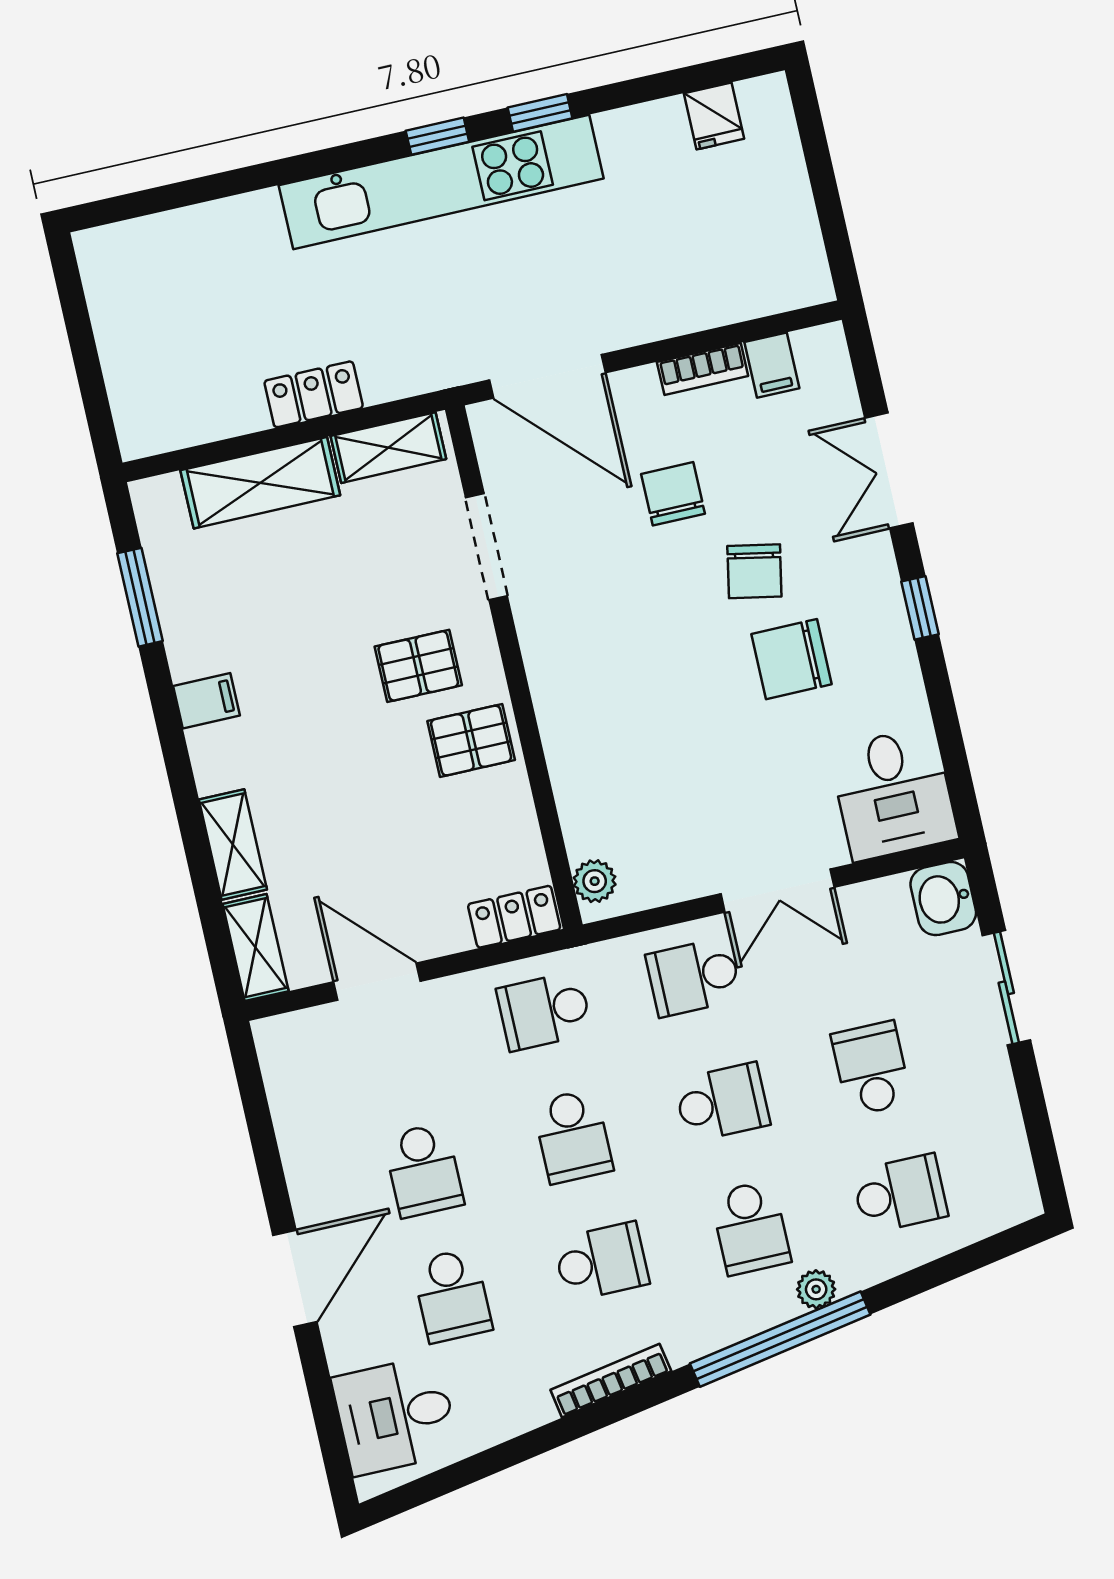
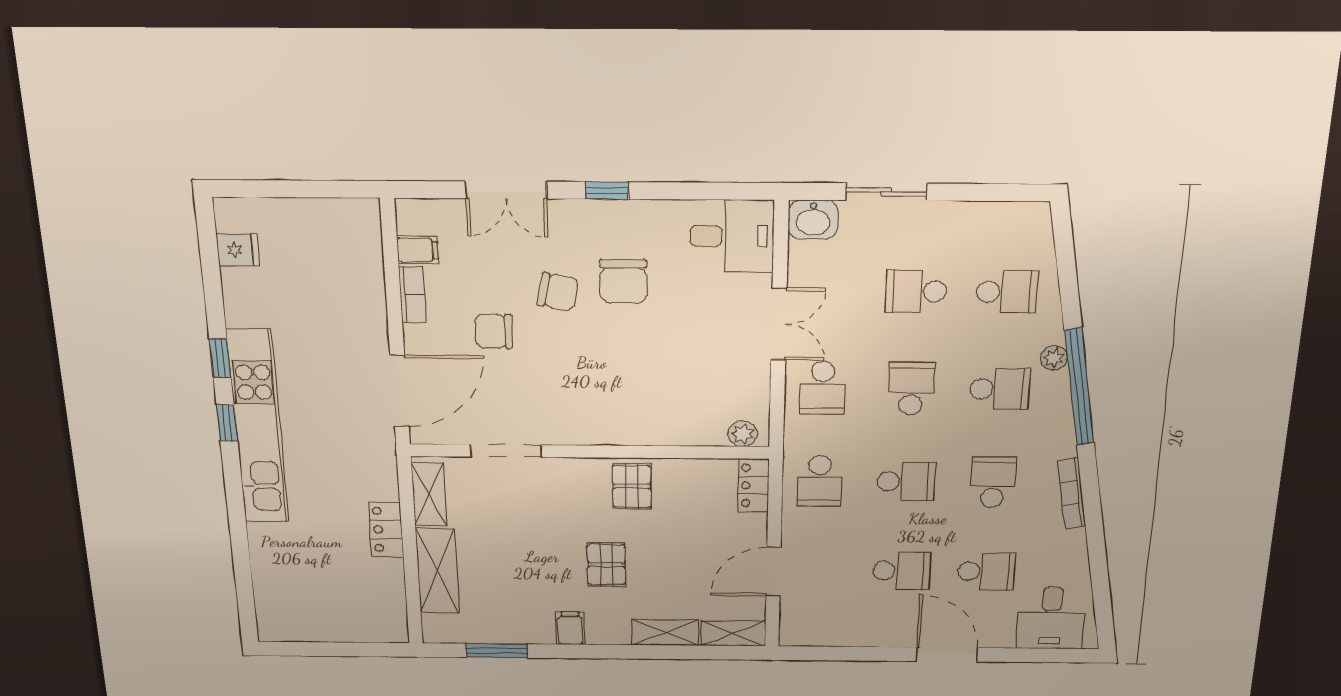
pallet: (418, 666) -> (607, 565), moved
school desk: (900, 1194) -> (1007, 292), turned 90

